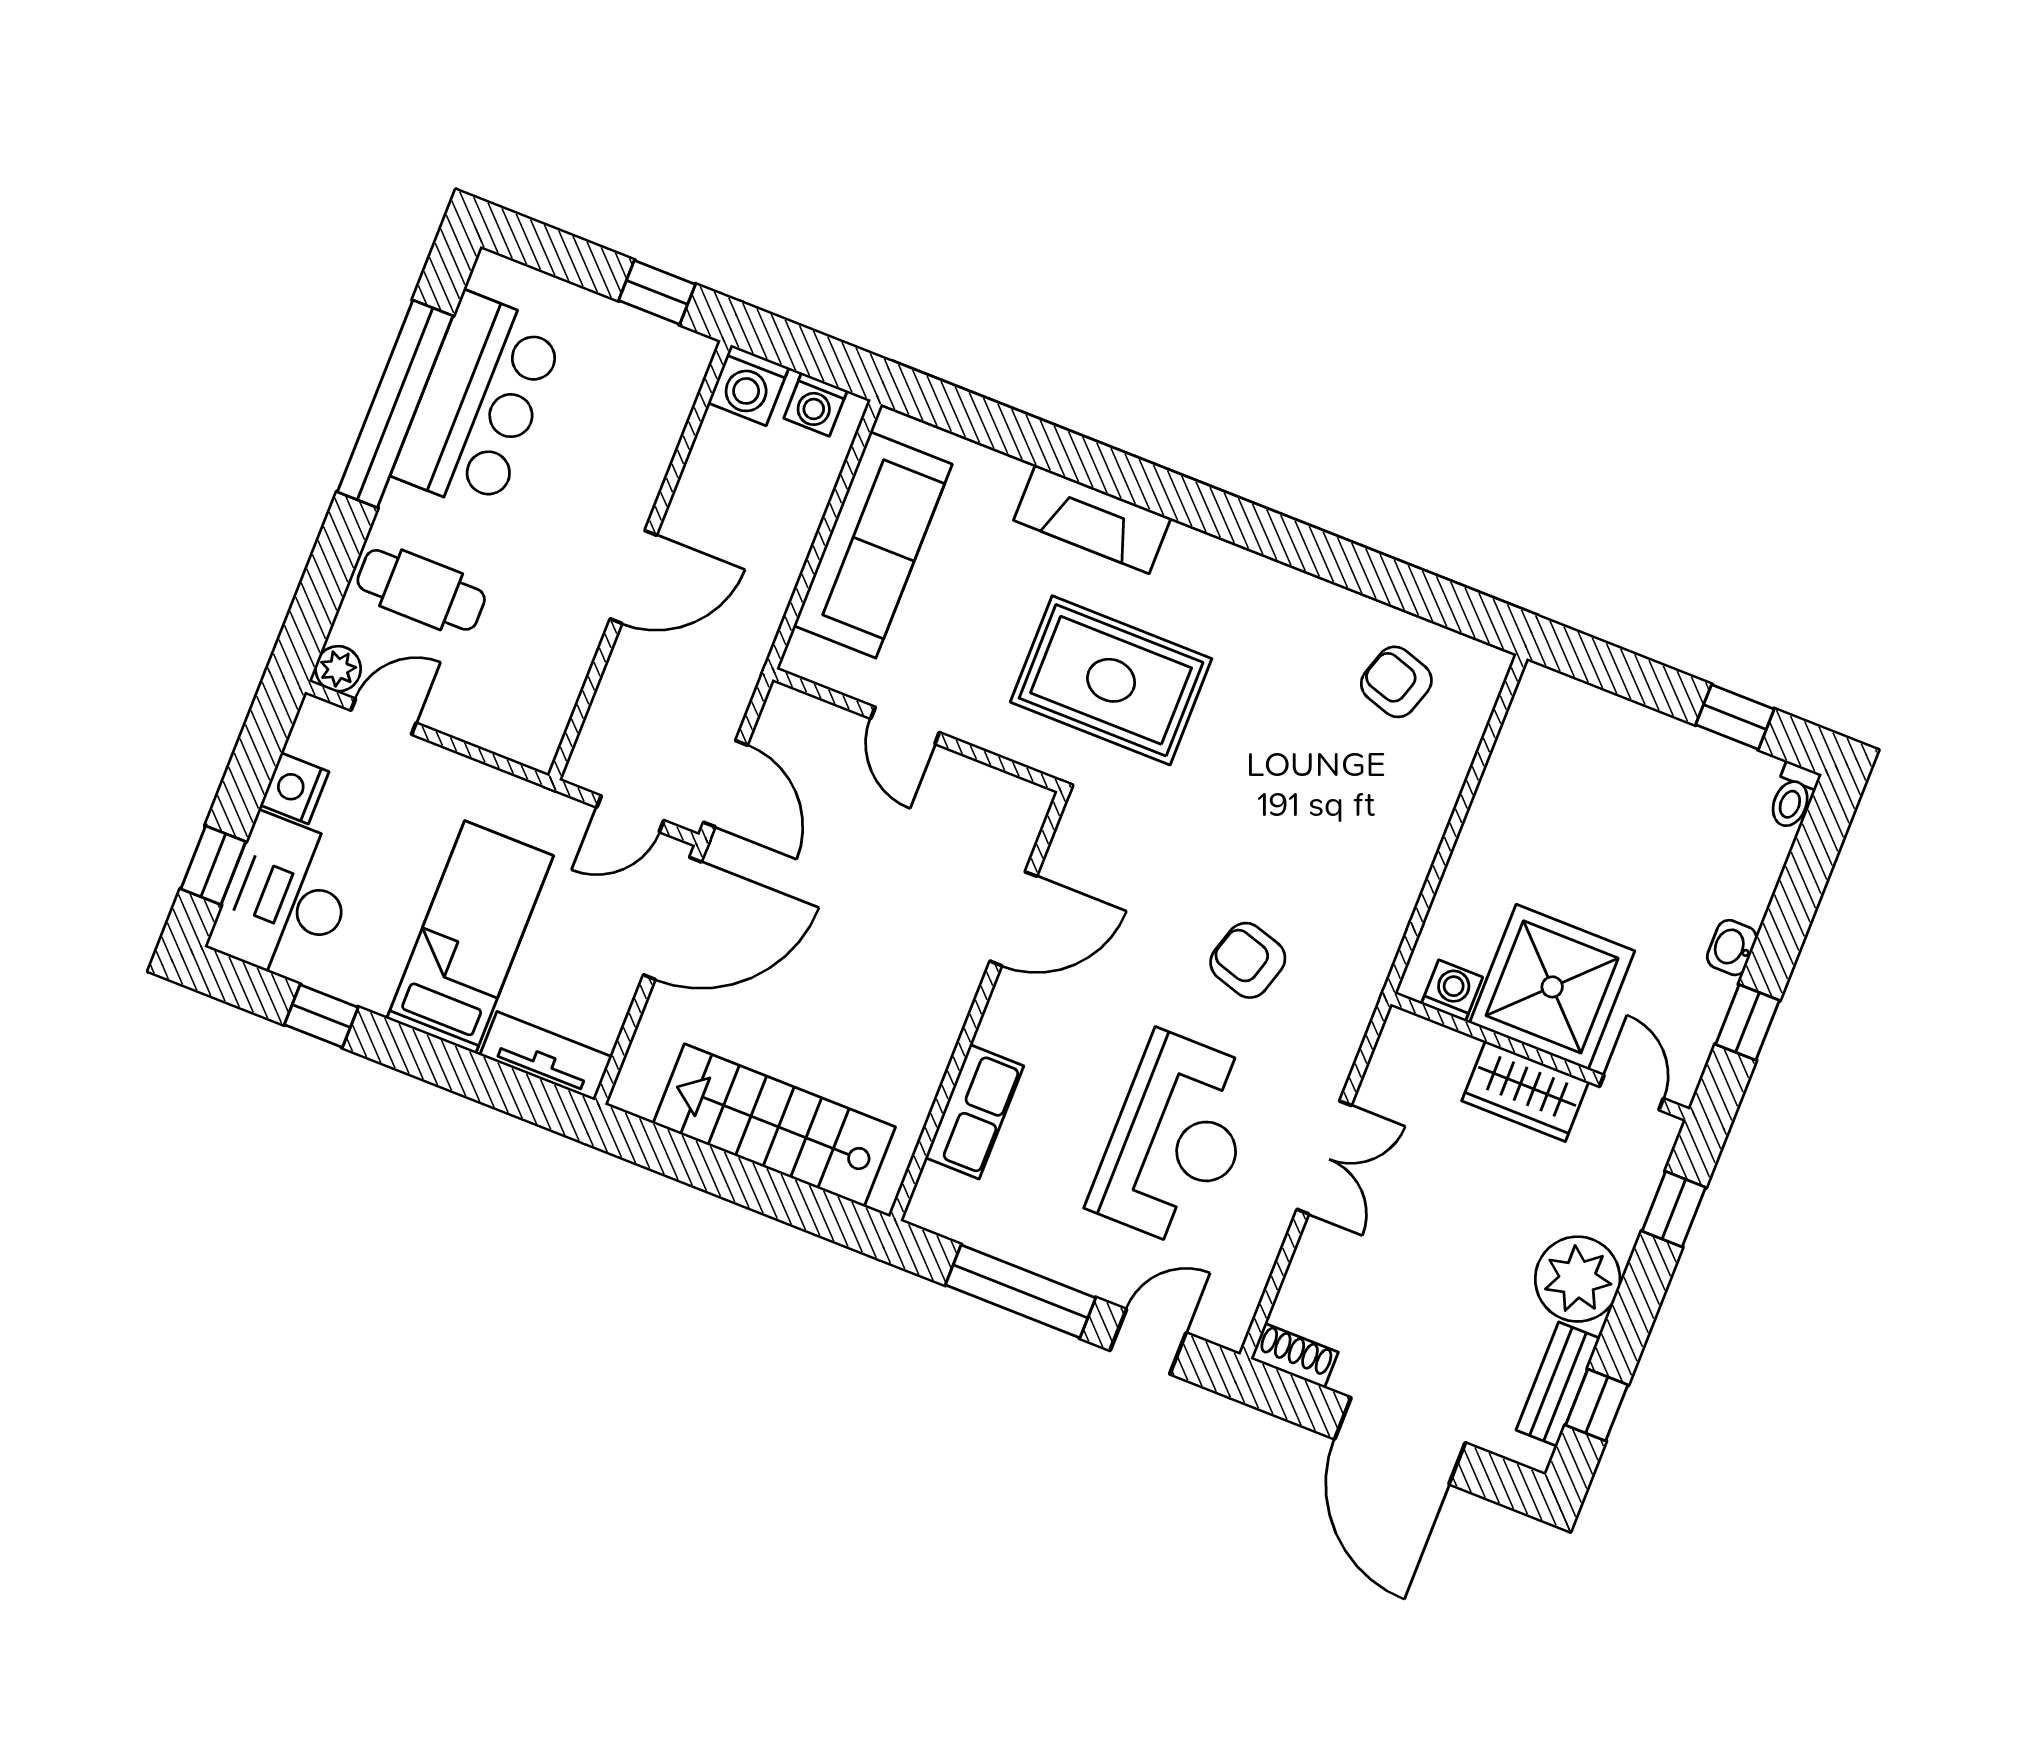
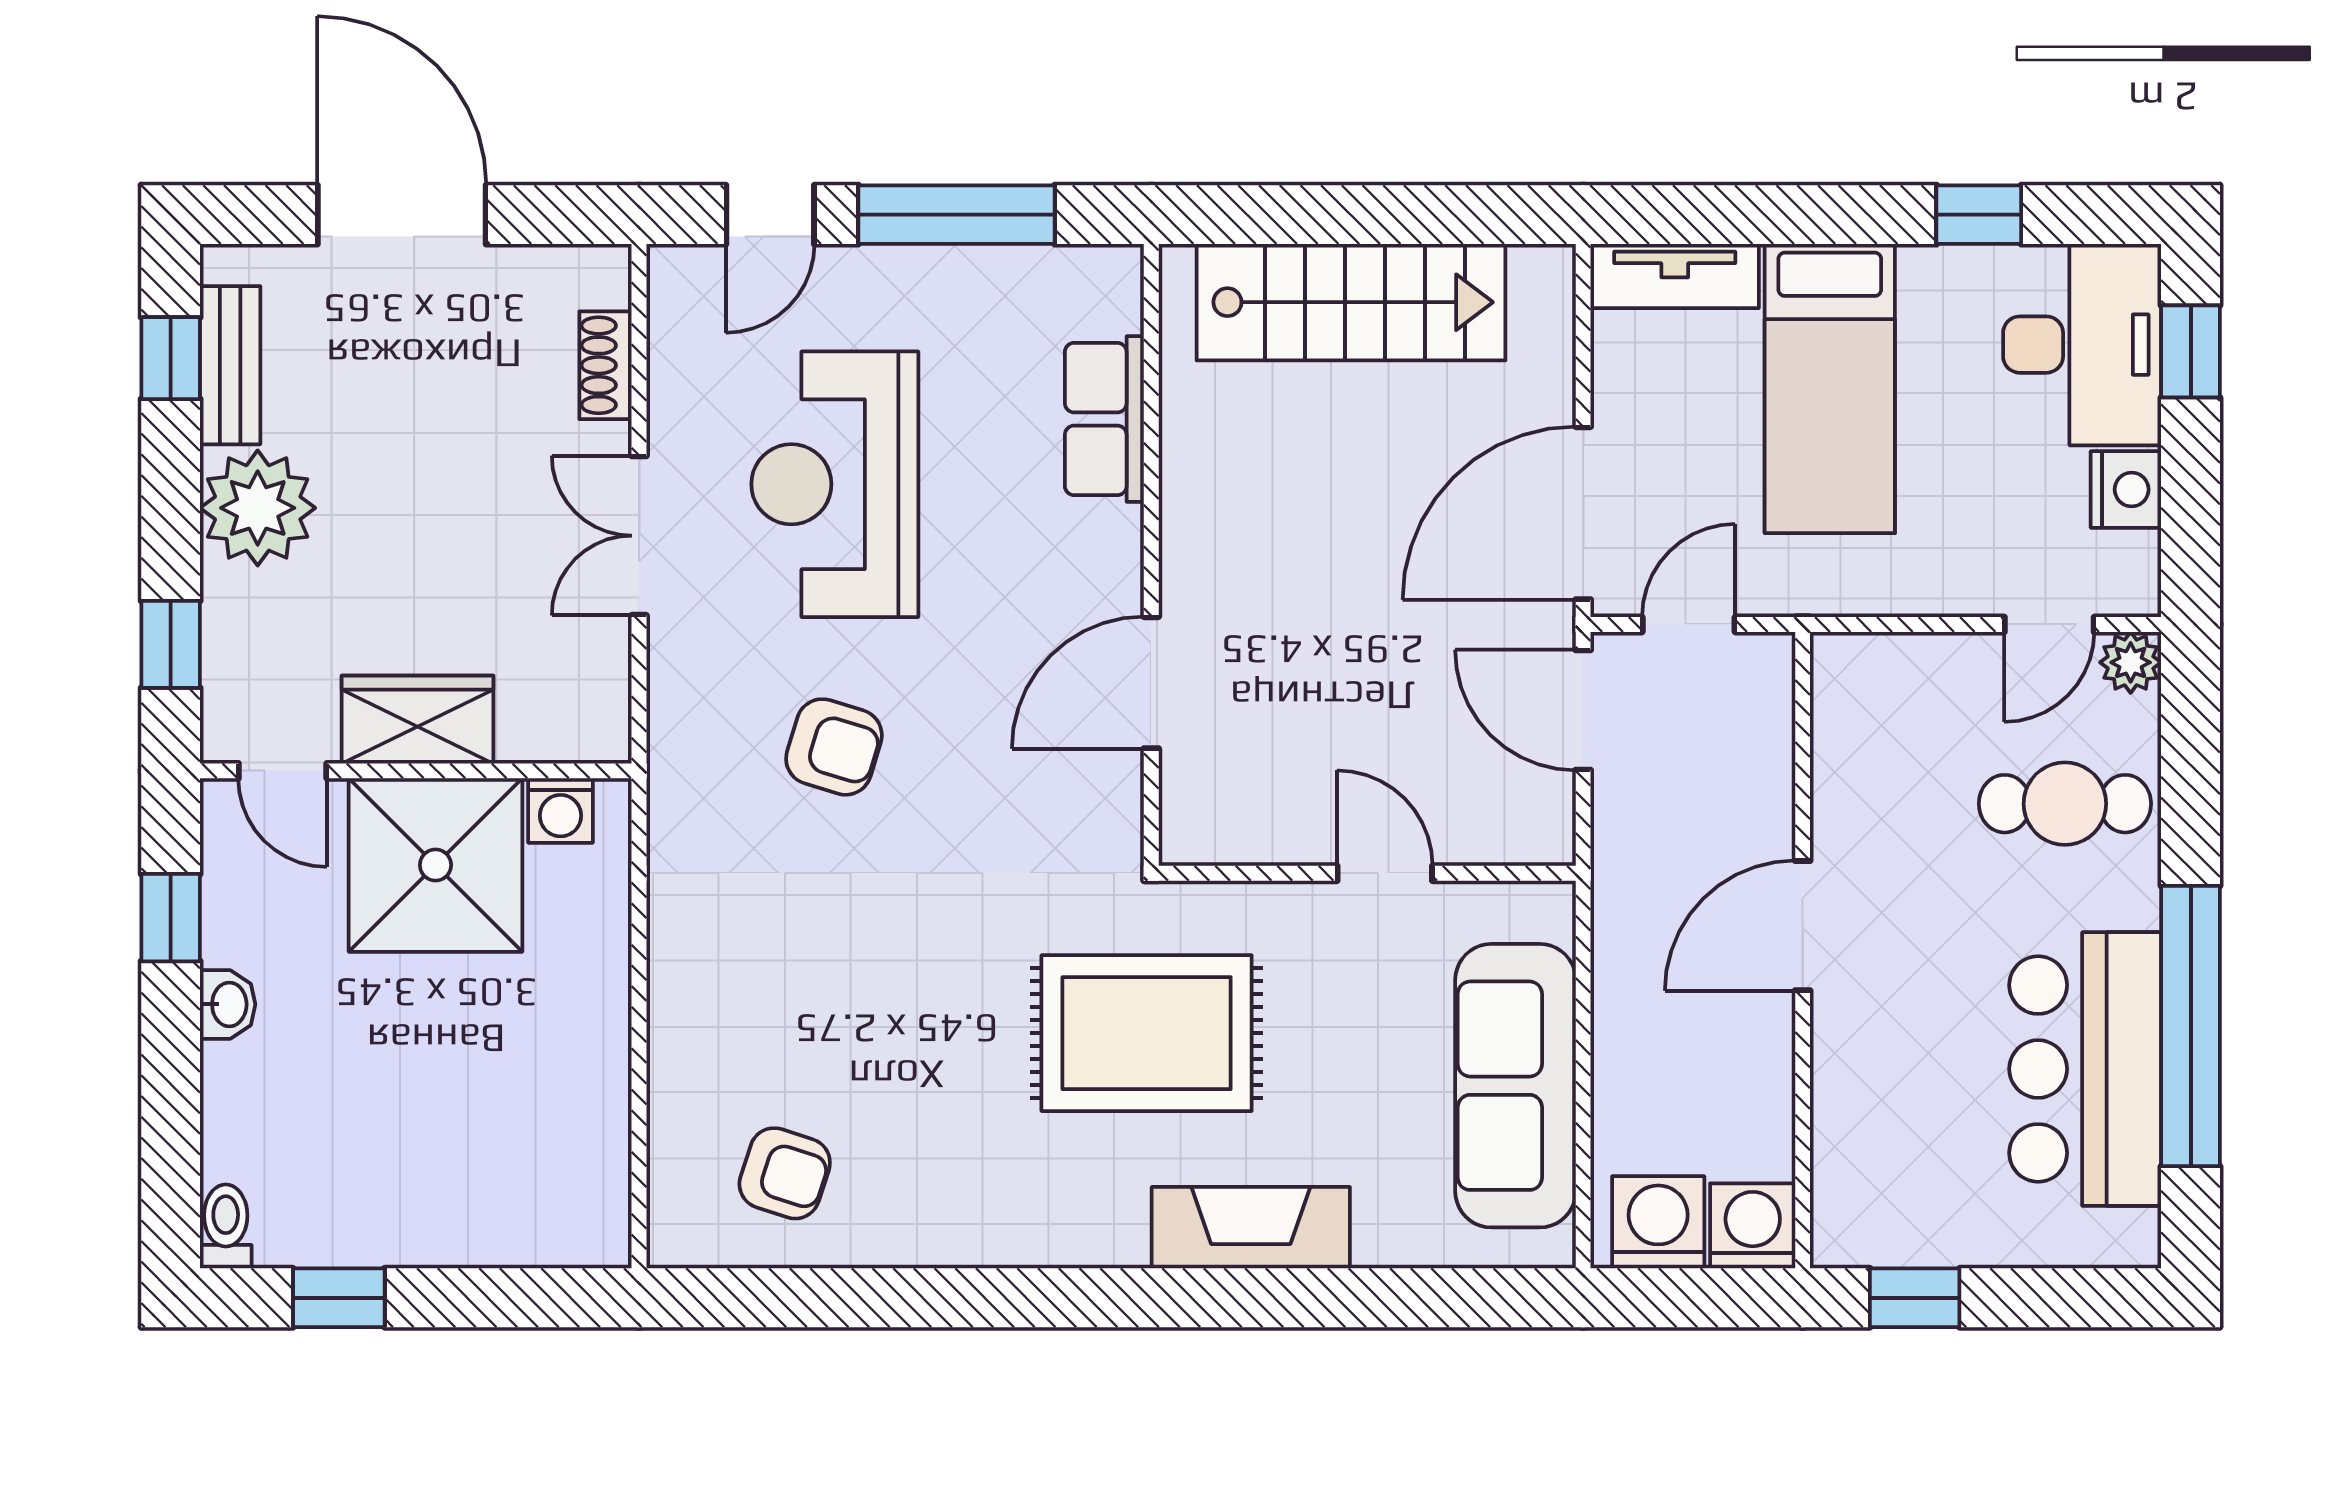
washing machine: (816, 404) -> (1658, 1222), width x1.38, depth x1.38
shoe rack: (1295, 1356) -> (606, 365), moved, turned 90

